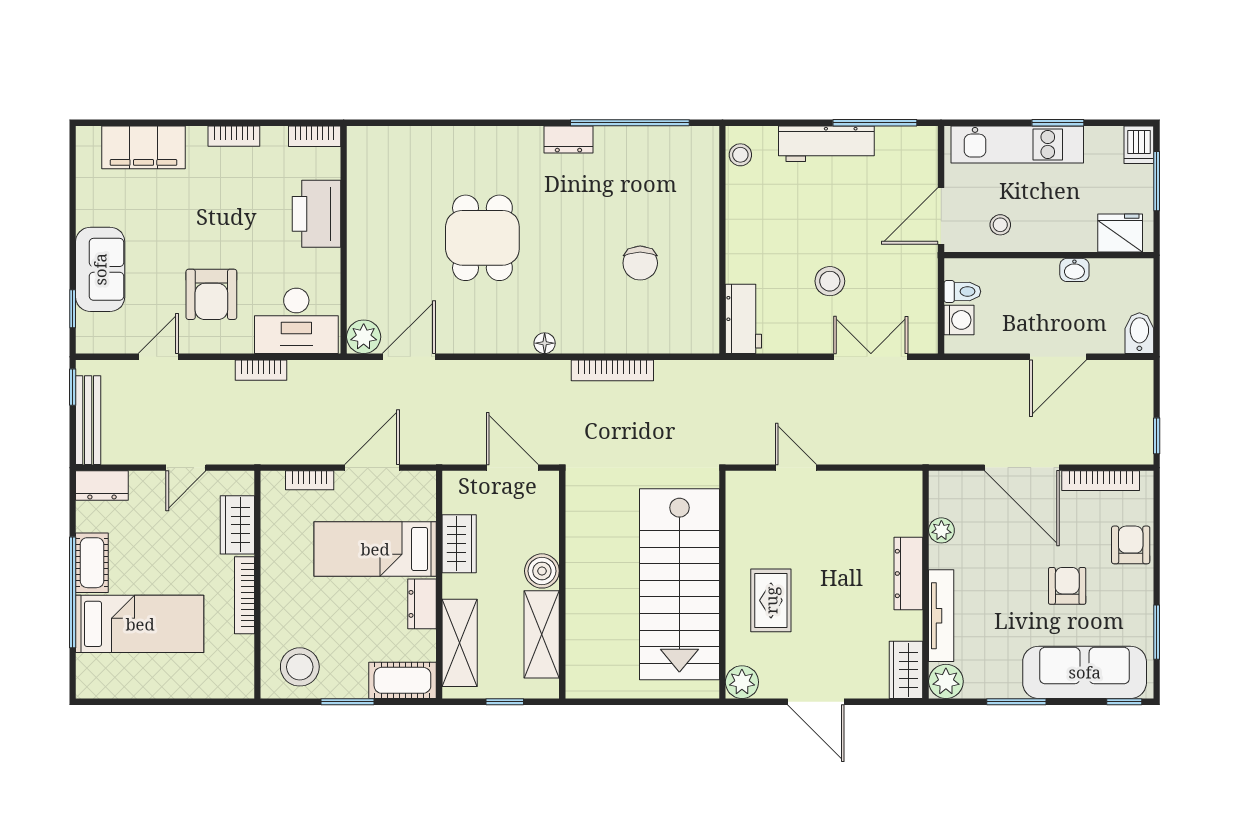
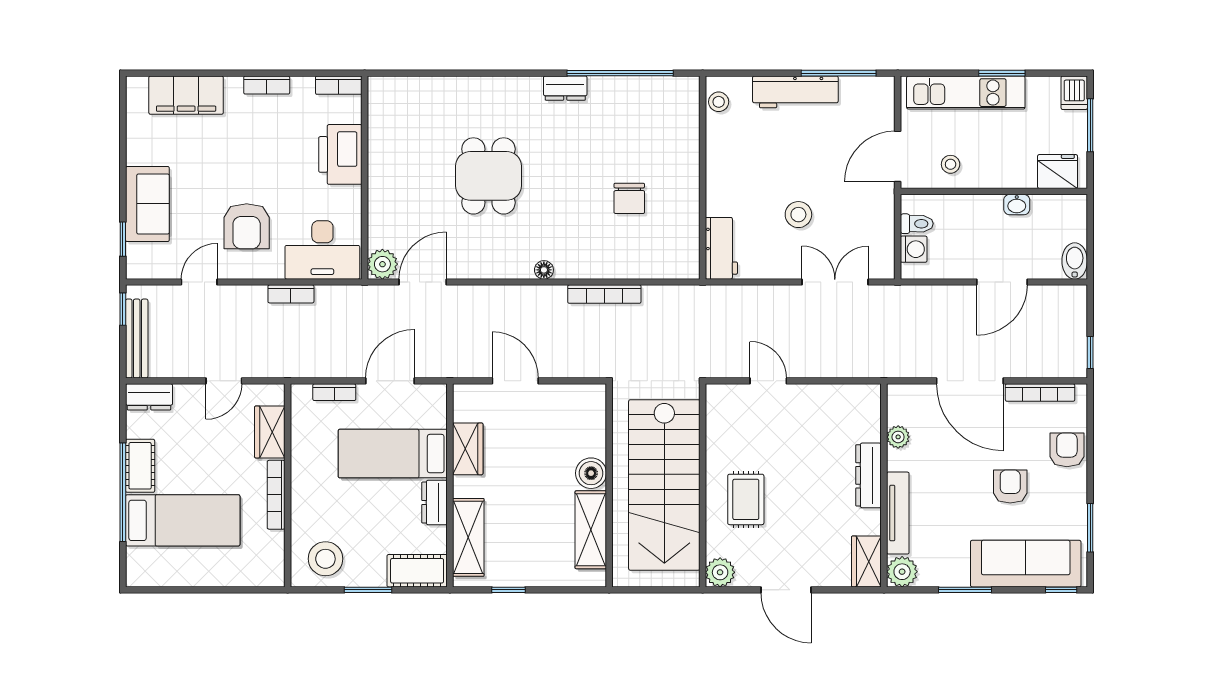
boiler: (542, 571) -> (591, 473), moved
wall: (562, 585) -> (609, 485), moved
shelving: (542, 634) -> (591, 530), moved

